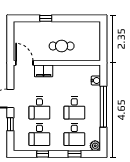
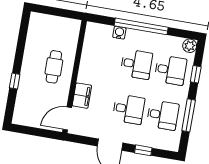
water cooler: (96, 80) -> (119, 33), moved
window: (43, 154) -> (189, 115), width x2.17

